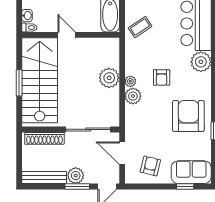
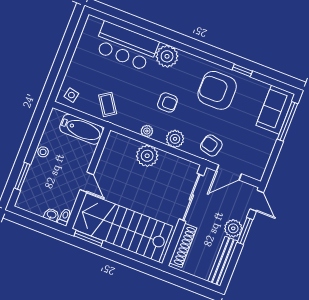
door: (67, 35) -> (87, 182), swing flipped
plant: (130, 81) -> (147, 131), moved
window: (19, 83) -> (88, 238), moved
armchair: (150, 166) -> (211, 145), moved
window: (185, 187) -> (288, 121), width x2.17

